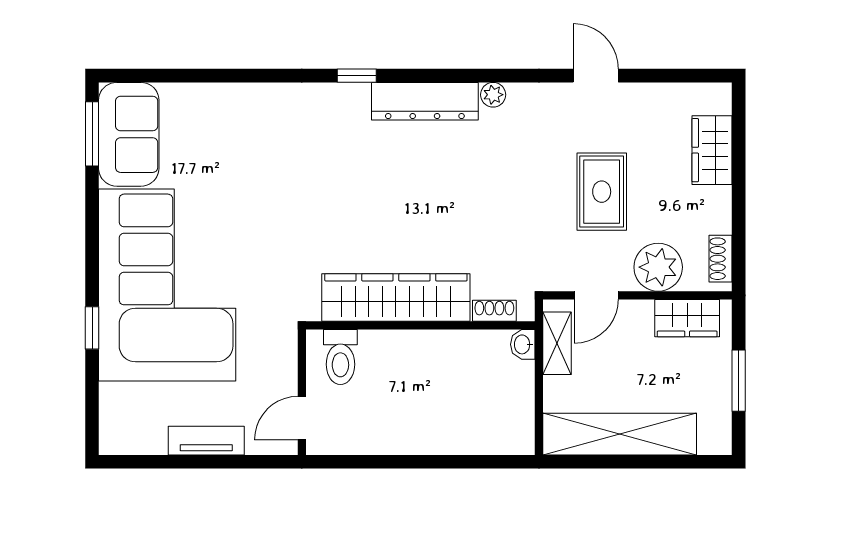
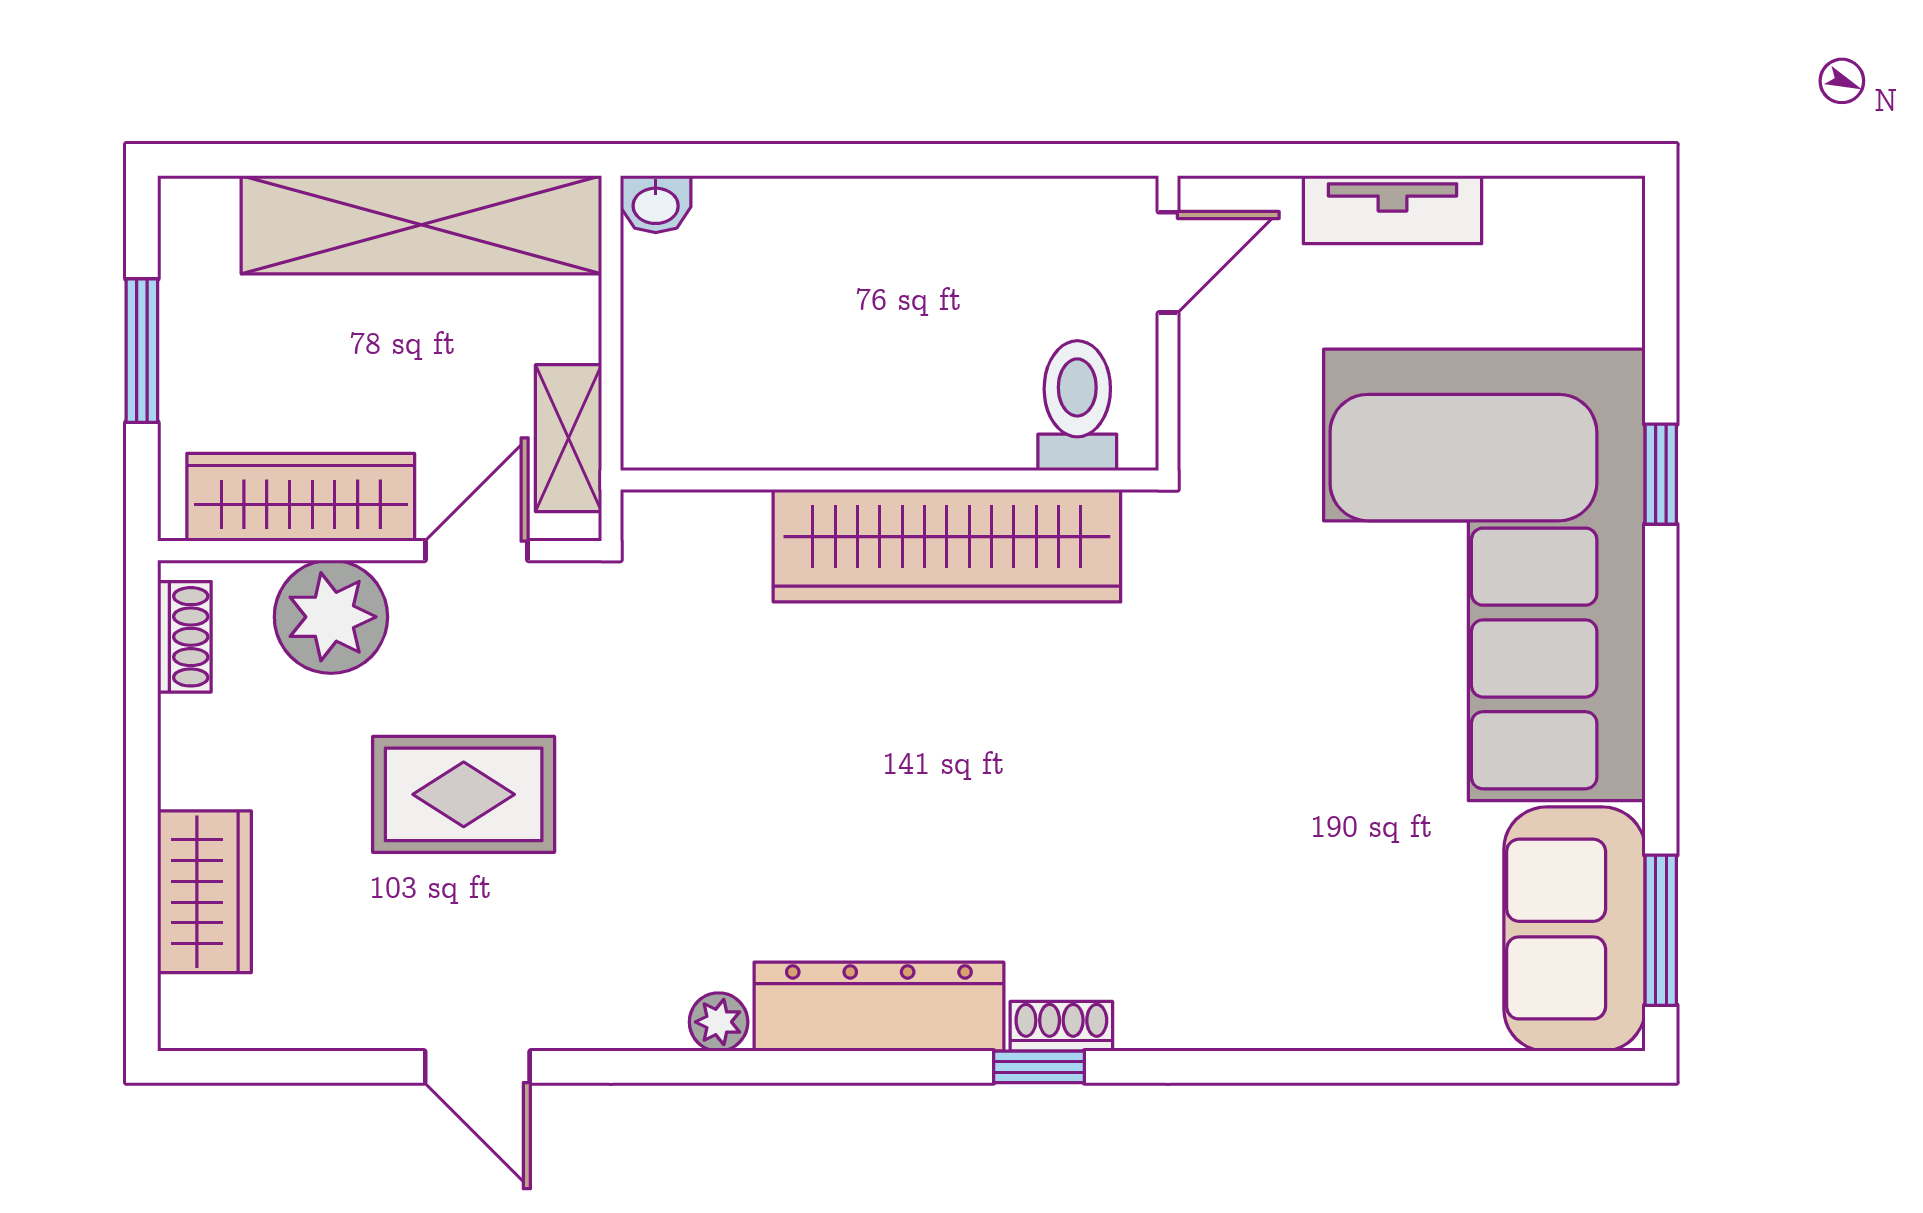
rug: (602, 192) -> (464, 794), turned 90
shoe rack: (494, 311) -> (1061, 1026), moved, turned 180
wardrobe: (687, 318) -> (301, 497), width x1.50
washbasin: (523, 344) -> (656, 204), moved, turned 90

